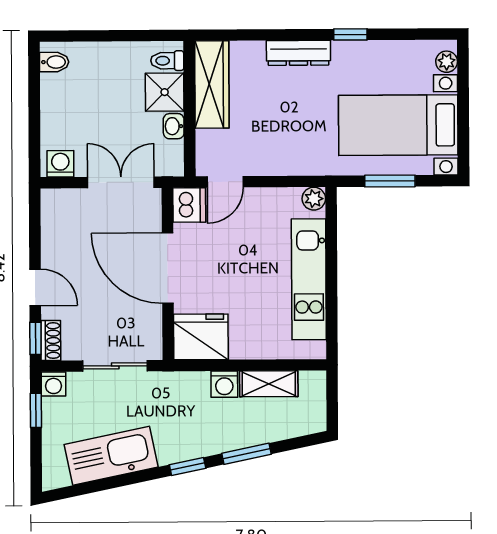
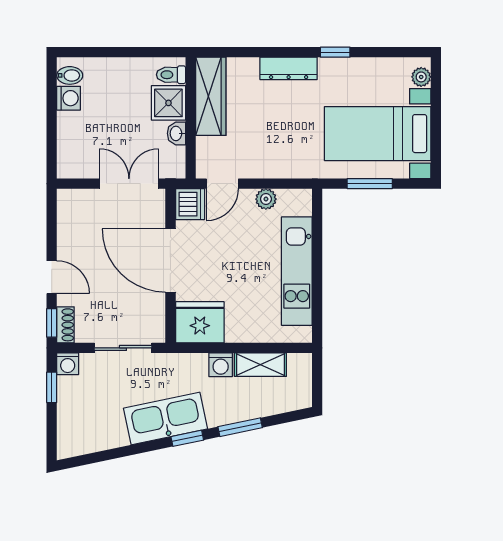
washing machine: (60, 164) -> (69, 98), moved, turned 90
plant: (314, 199) -> (266, 199), moved
kitchen sink: (111, 456) -> (166, 419), moved

